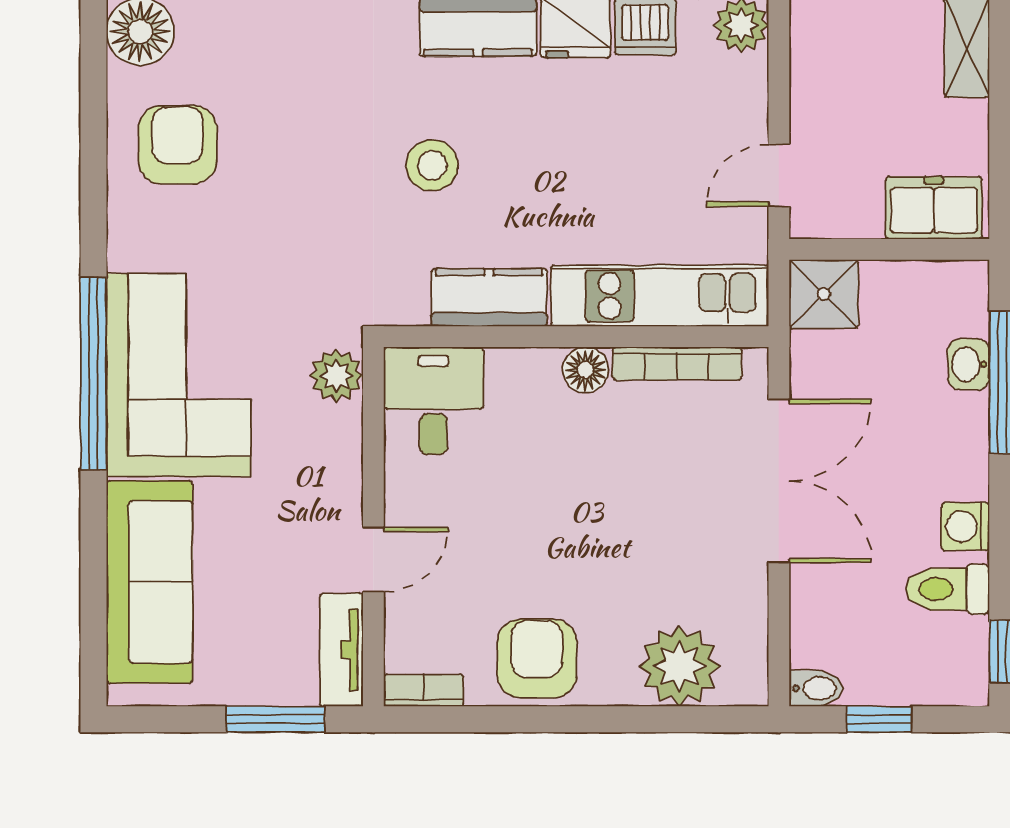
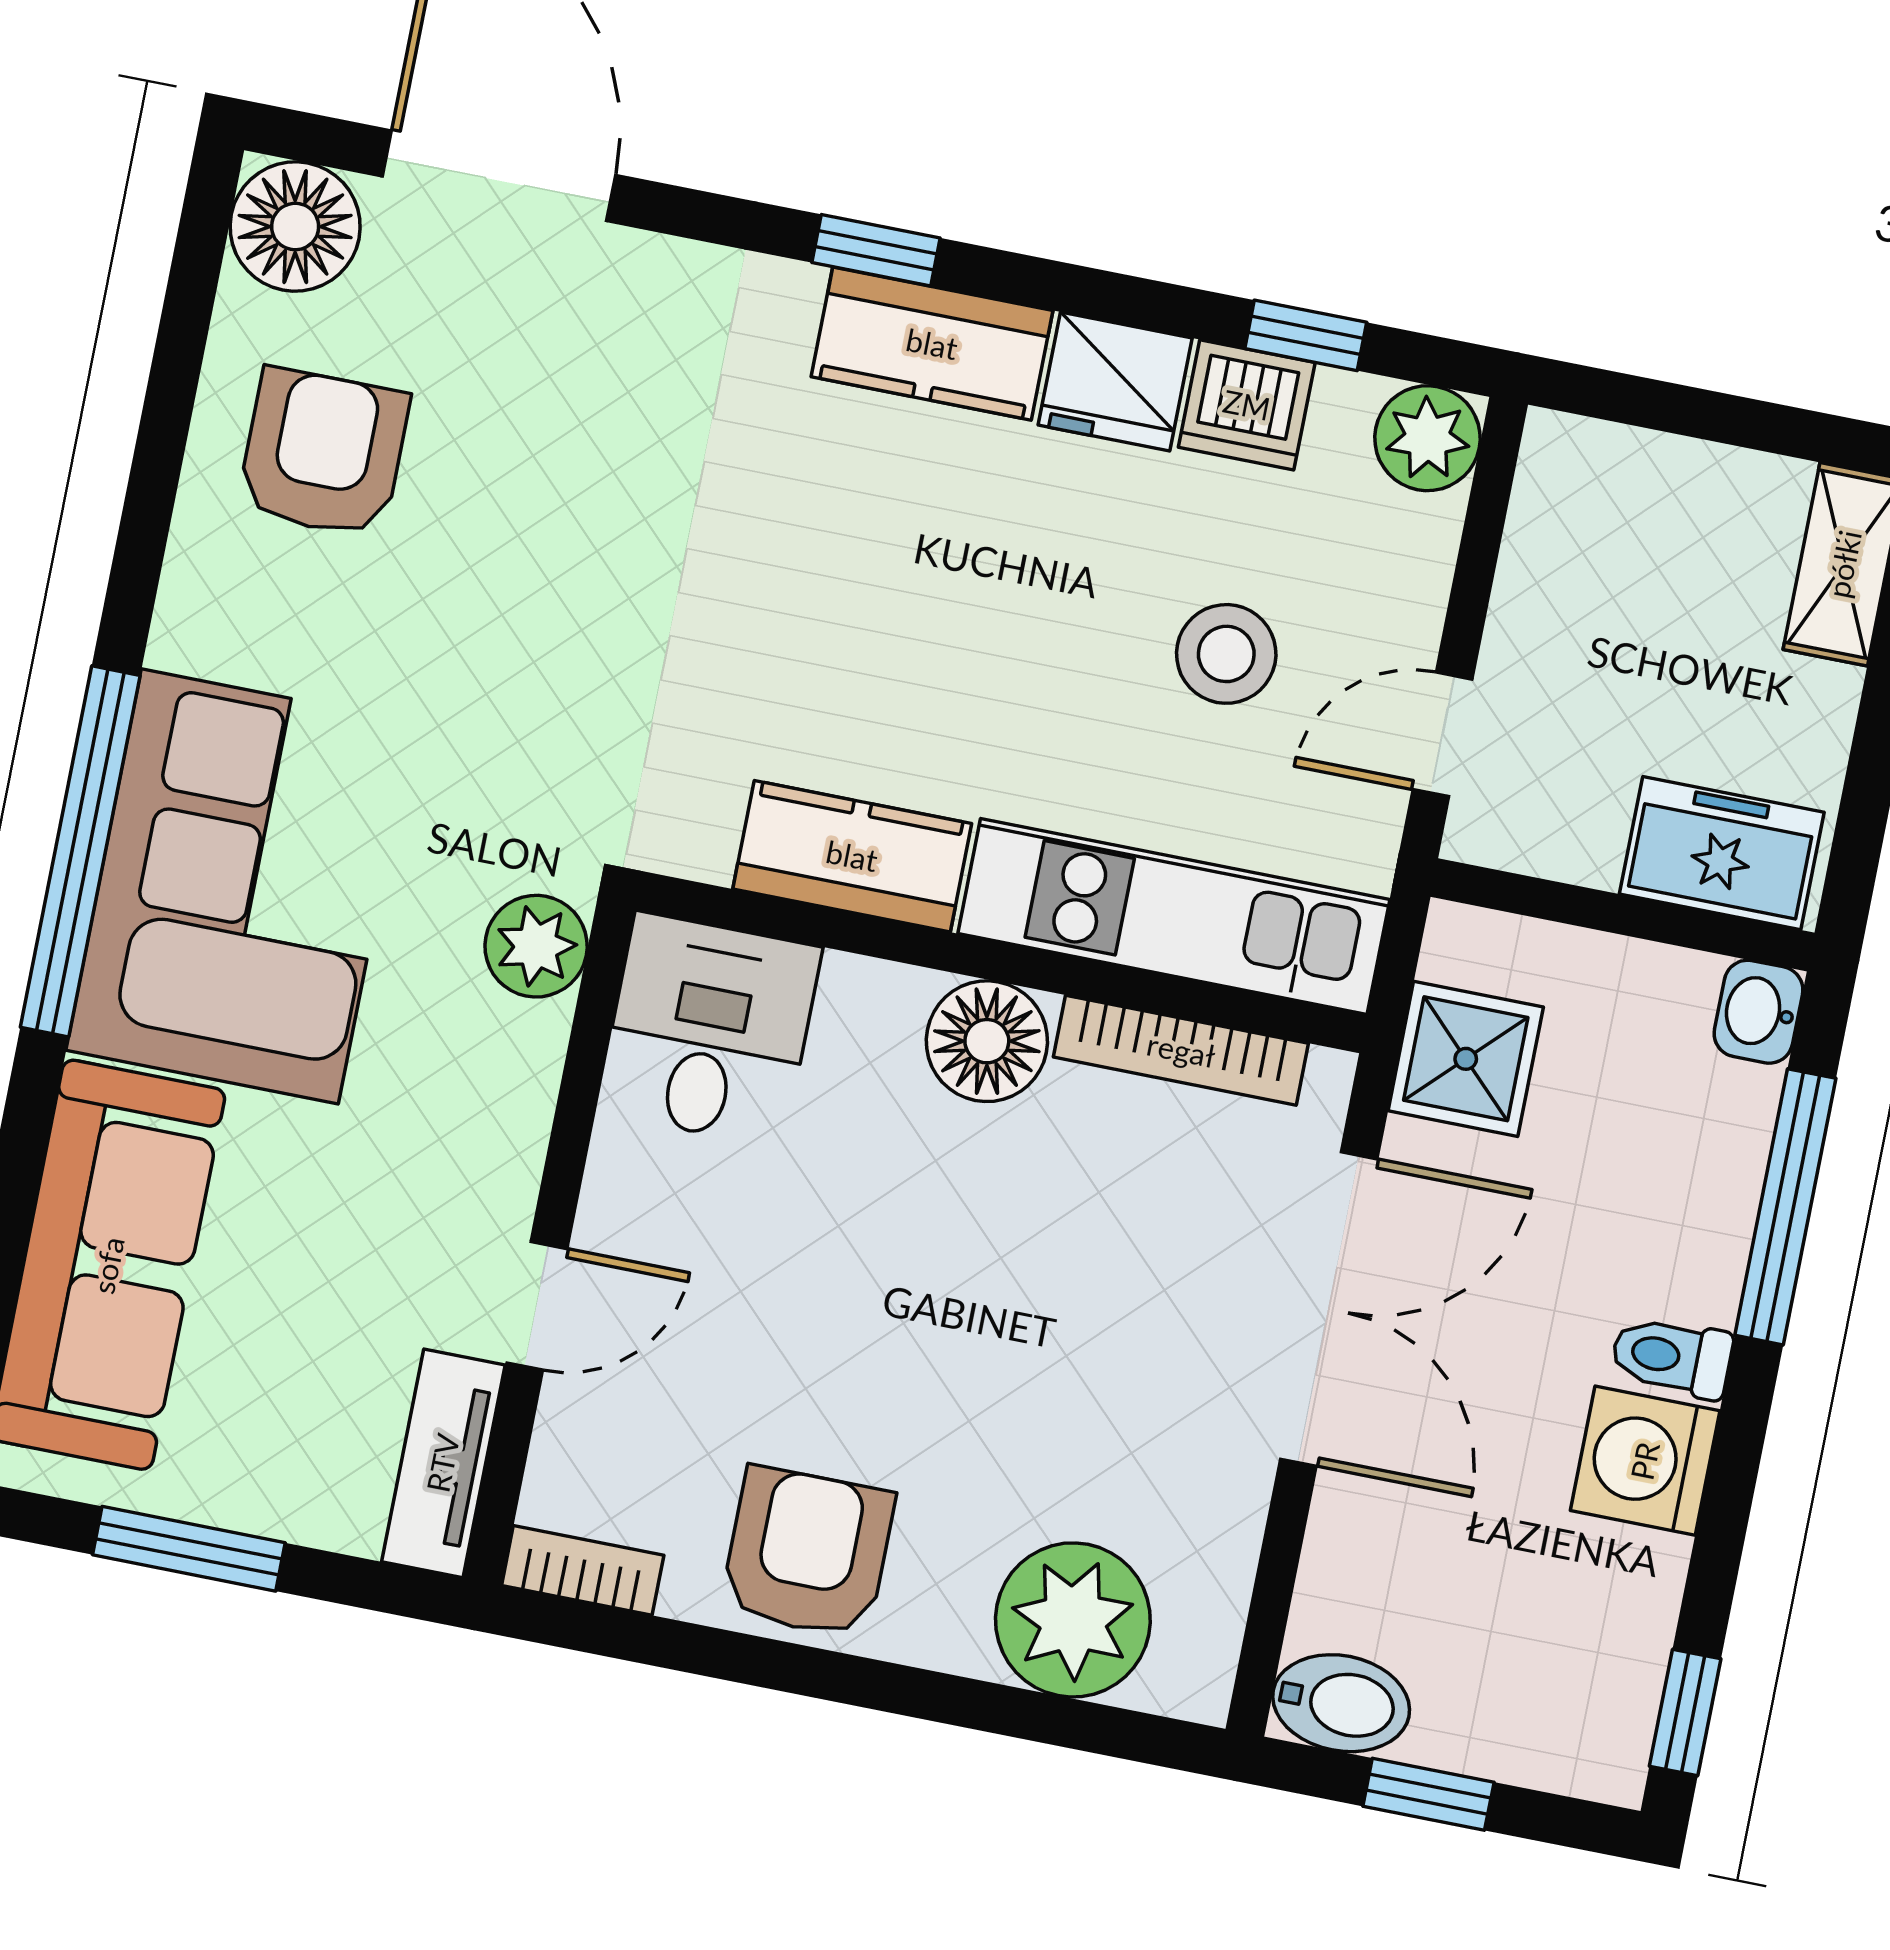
stool: (432, 165) -> (1226, 654), moved
shower: (824, 294) -> (1466, 1059), moved
washbasin: (969, 364) -> (1759, 1012), moved
floor lamp: (585, 370) -> (987, 1041), width x1.38, depth x1.38
washing machine: (965, 527) -> (1645, 1461), width x1.38, depth x1.38
toilet: (948, 589) -> (1672, 1357), moved, width x0.73, depth x0.72
bidet: (816, 688) -> (1341, 1703), width x1.38, depth x1.36
window: (275, 719) -> (189, 1549), moved

